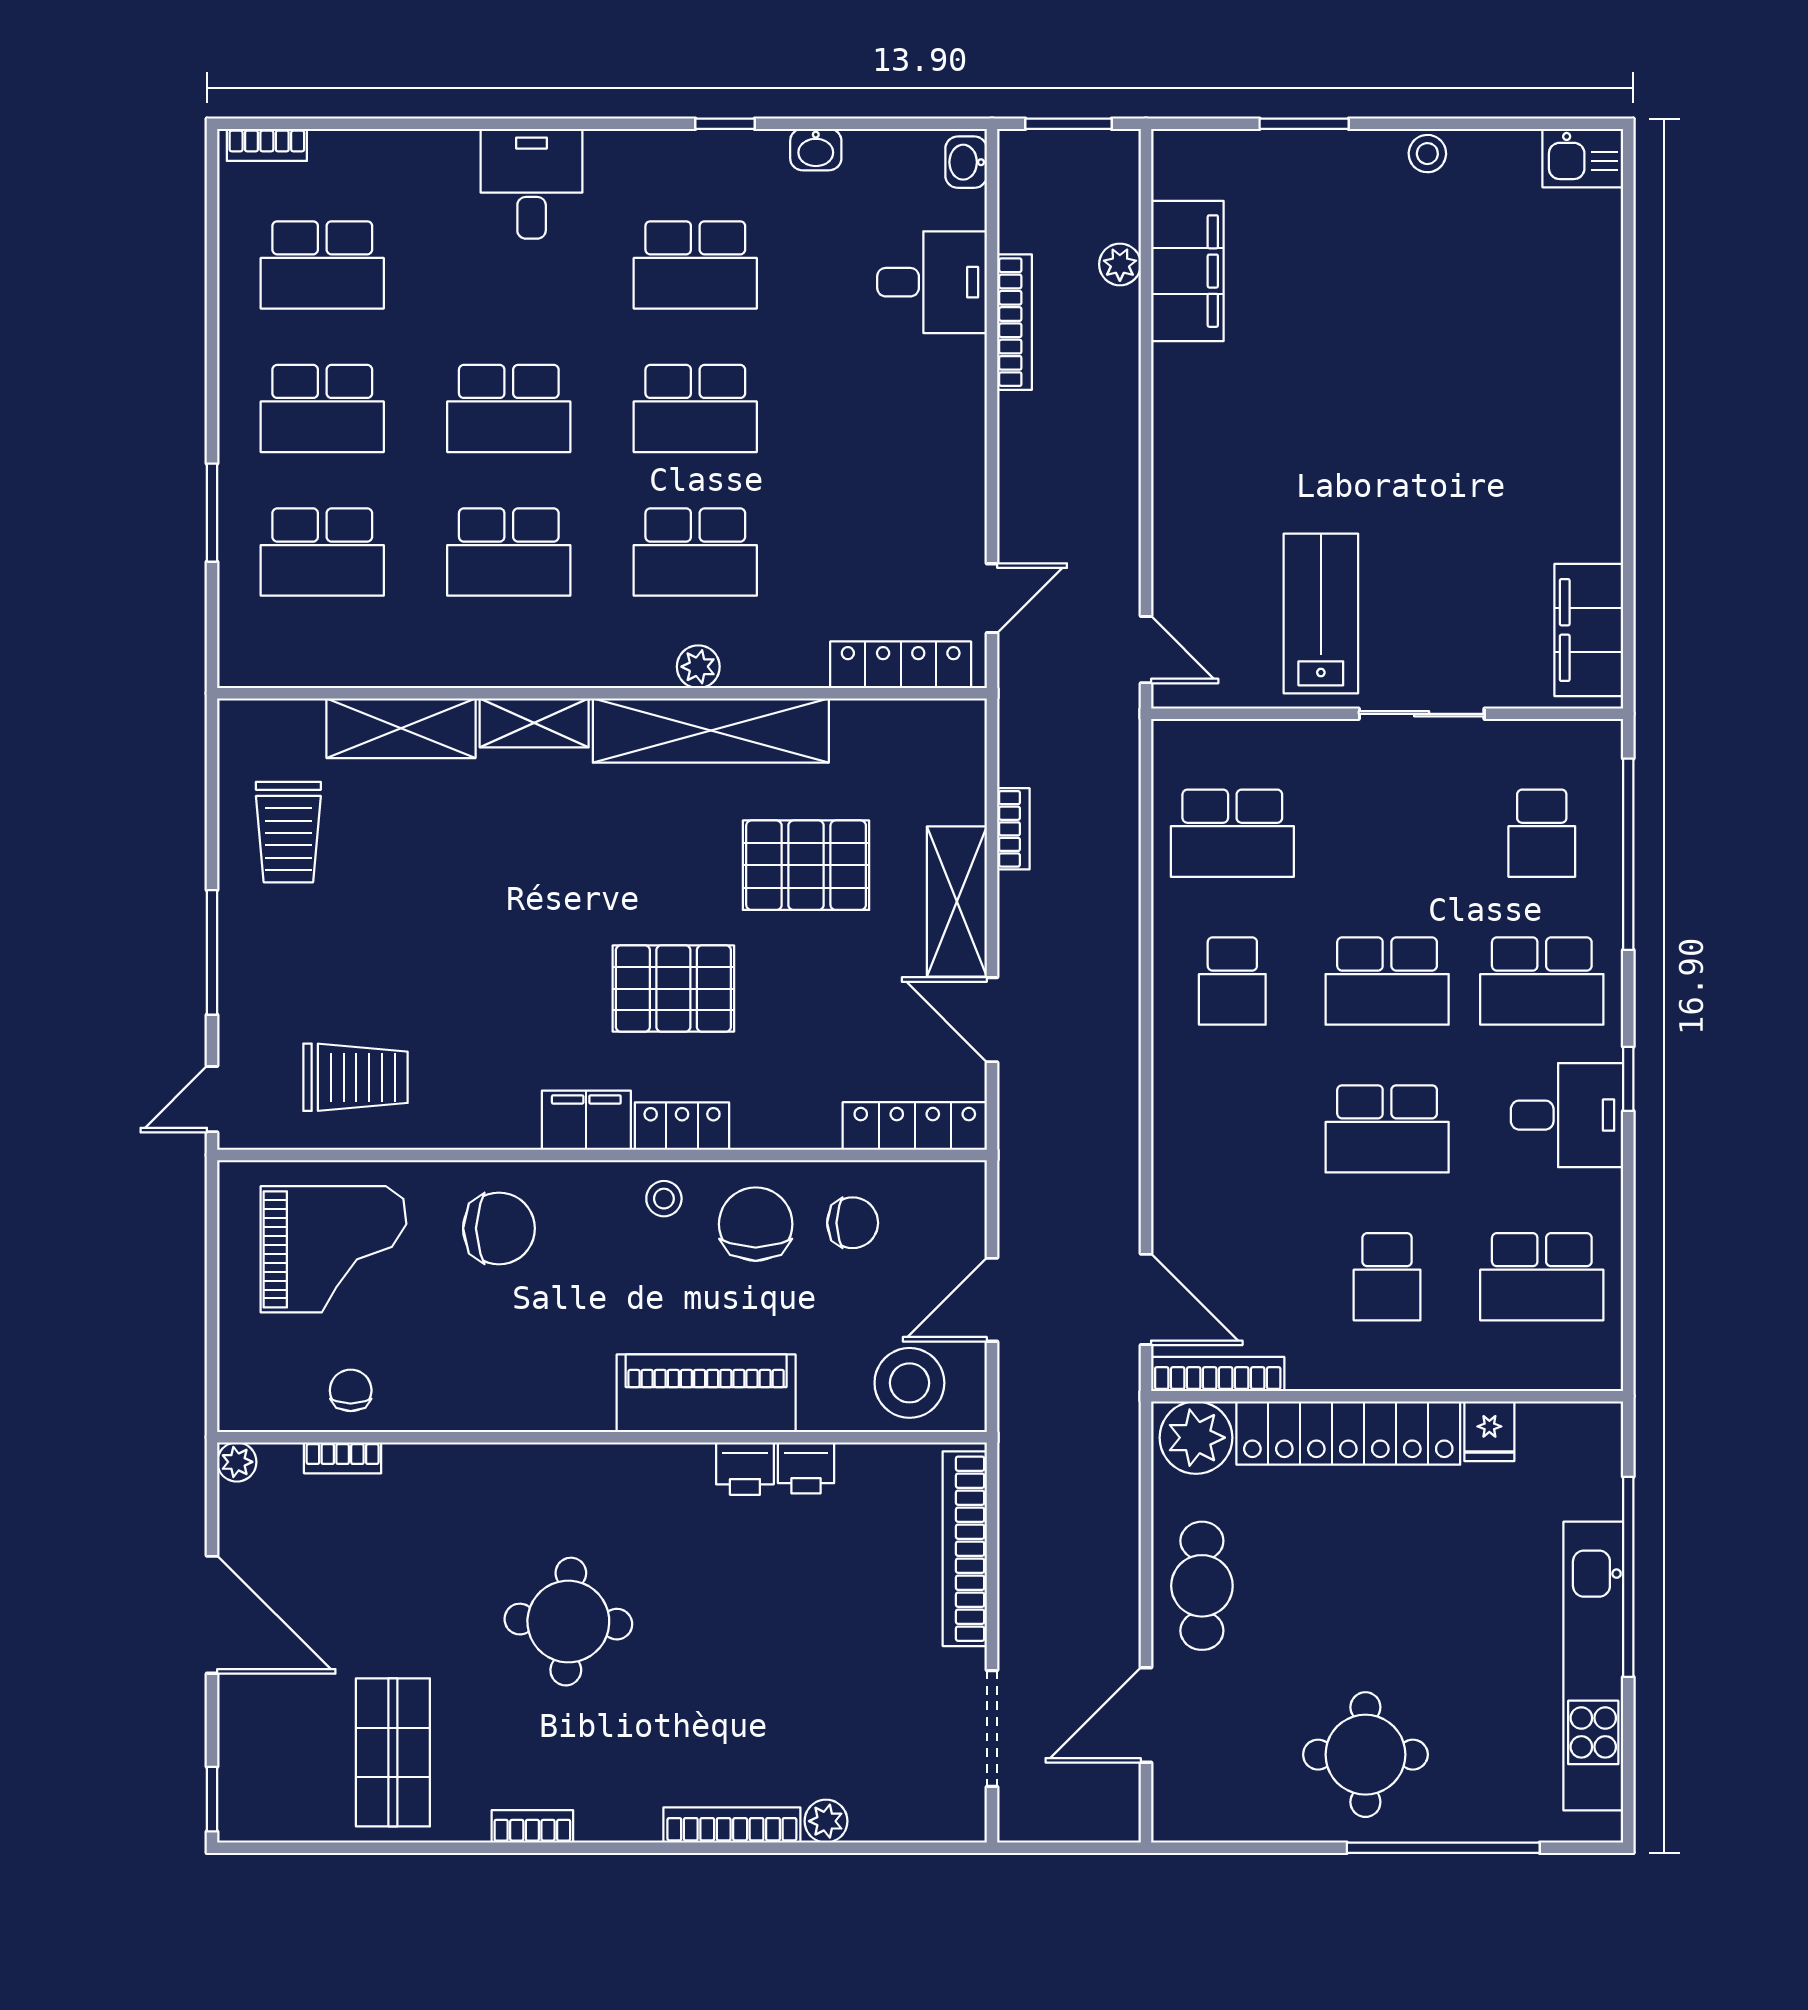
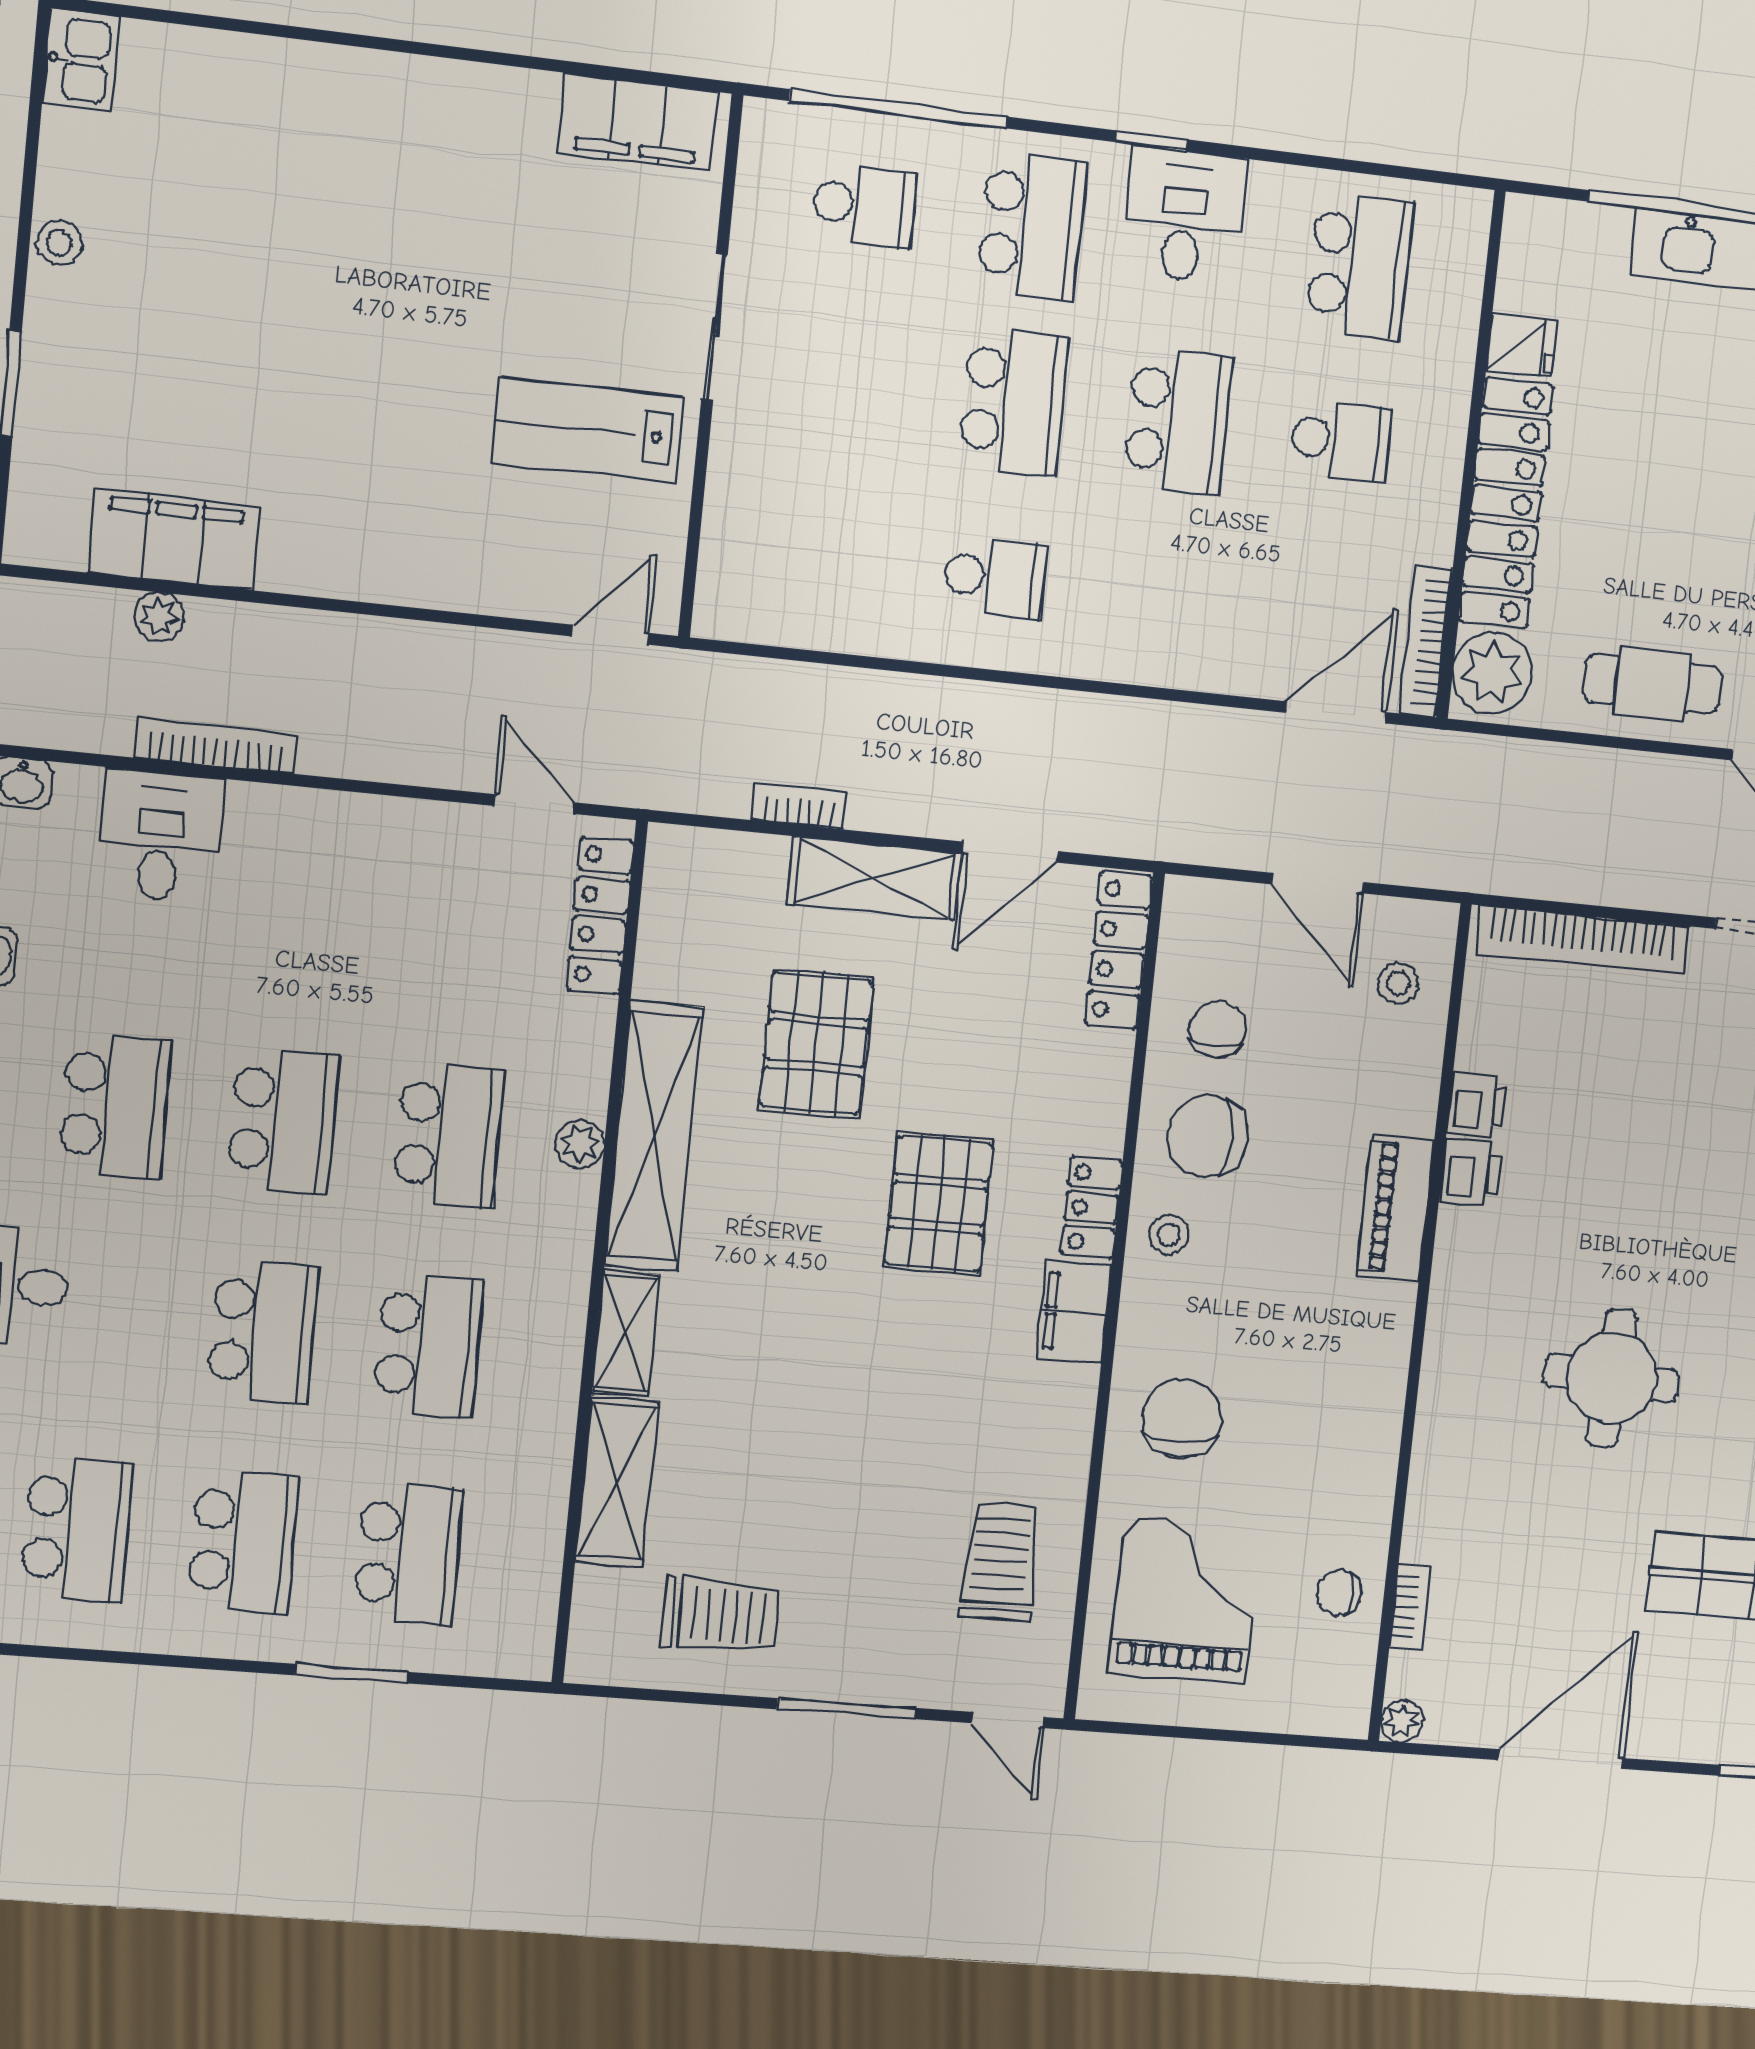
school desk: (1232, 833) -> (829, 559), removed
stool: (909, 1383) -> (1398, 983), width x0.53, depth x0.53
piano: (706, 1393) -> (1395, 1208), width x0.73, depth x0.75

